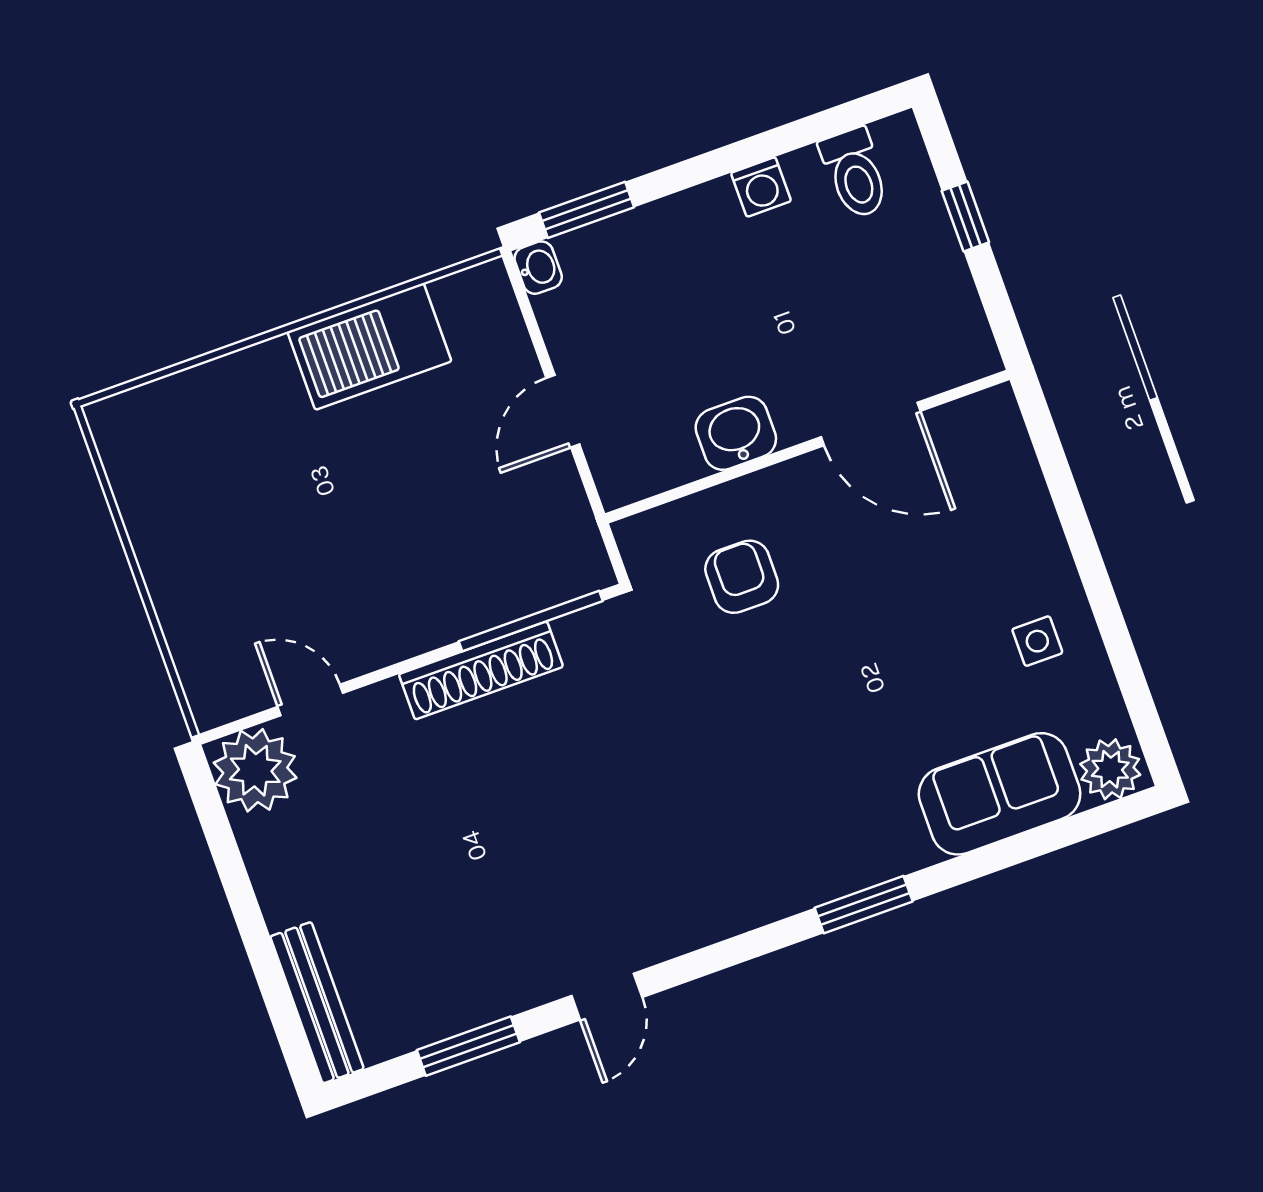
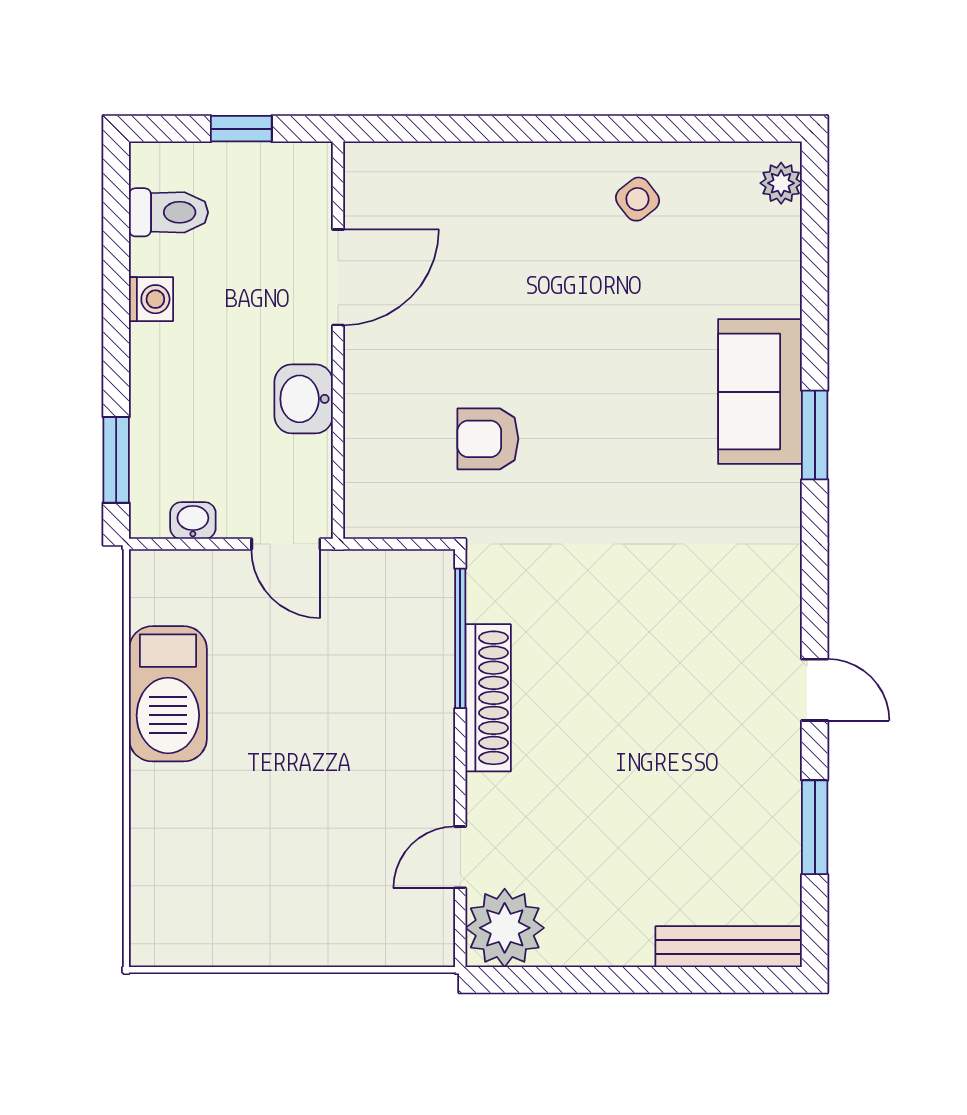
washbasin: (538, 268) -> (193, 521), moved
door: (871, 424) -> (338, 277), moved
washbasin: (736, 433) -> (304, 399), moved
wall: (807, 447) -> (338, 340), moved
side table: (1037, 641) -> (637, 199), turned -38
plant: (1110, 769) -> (781, 183), width x0.73, depth x0.73
sofa: (1000, 794) -> (760, 392), moved

